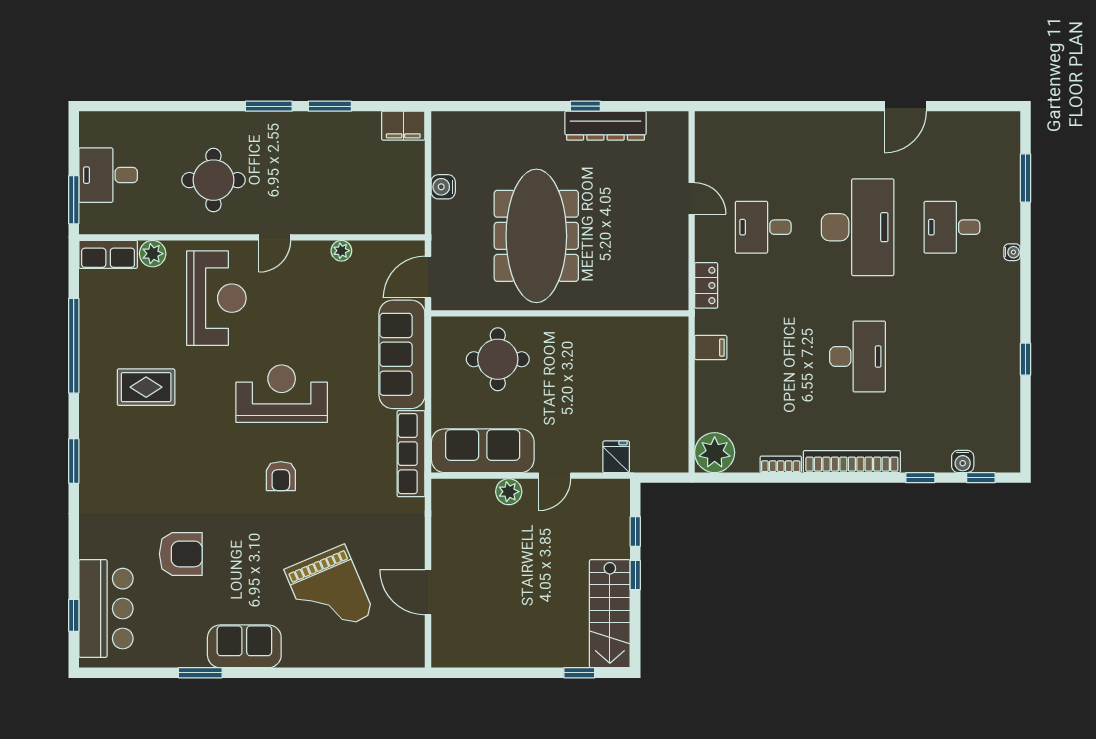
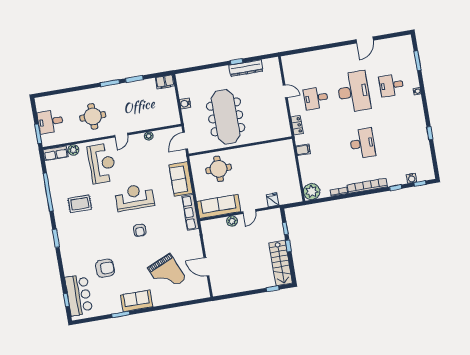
sofa: (402, 354) -> (181, 179), width x0.73

